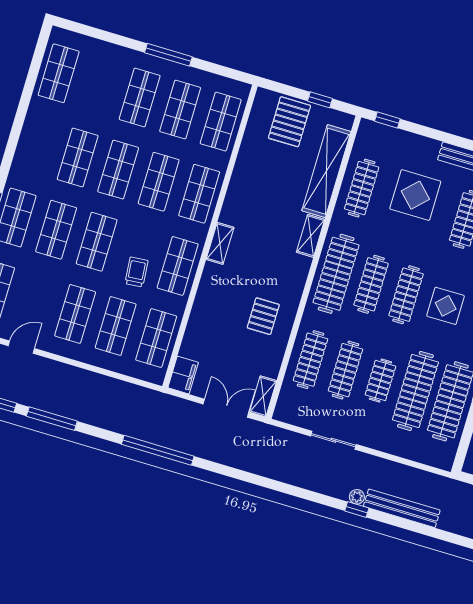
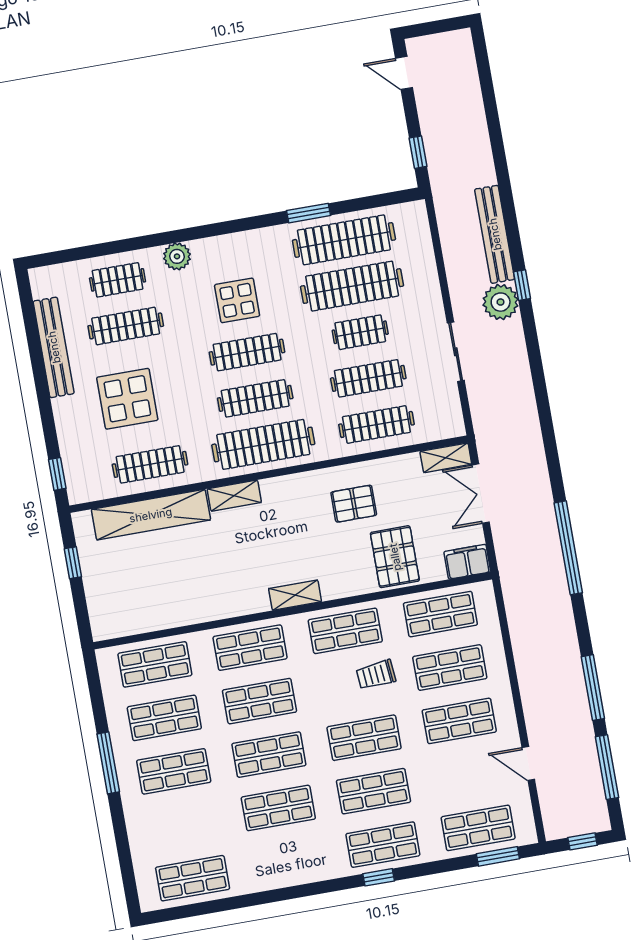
pallet: (289, 122) -> (395, 557), moved, turned 90
plant: (357, 497) -> (501, 302), width x1.88, depth x1.88

